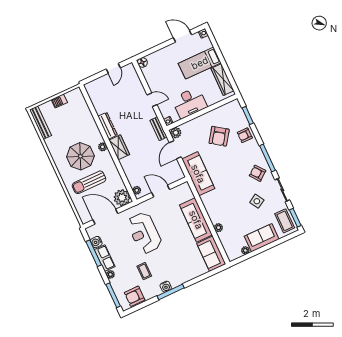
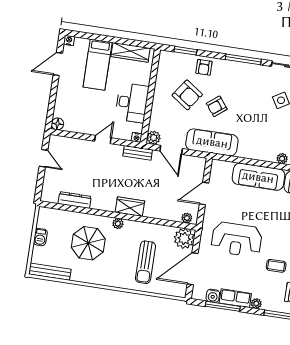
dresser: (108, 126) -> (75, 200), moved
parasol: (80, 156) -> (88, 243), moved
armchair: (258, 173) -> (217, 106), moved

